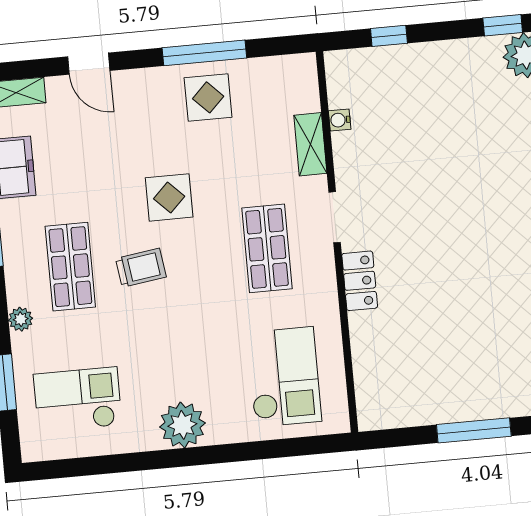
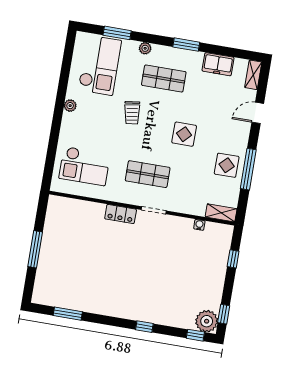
shelving: (310, 144) -> (221, 213), moved
trolley: (141, 268) -> (132, 113), moved
checkout: (78, 400) -> (100, 65), width x1.36, depth x1.21
plant: (182, 425) -> (70, 106), width x0.53, depth x0.53

